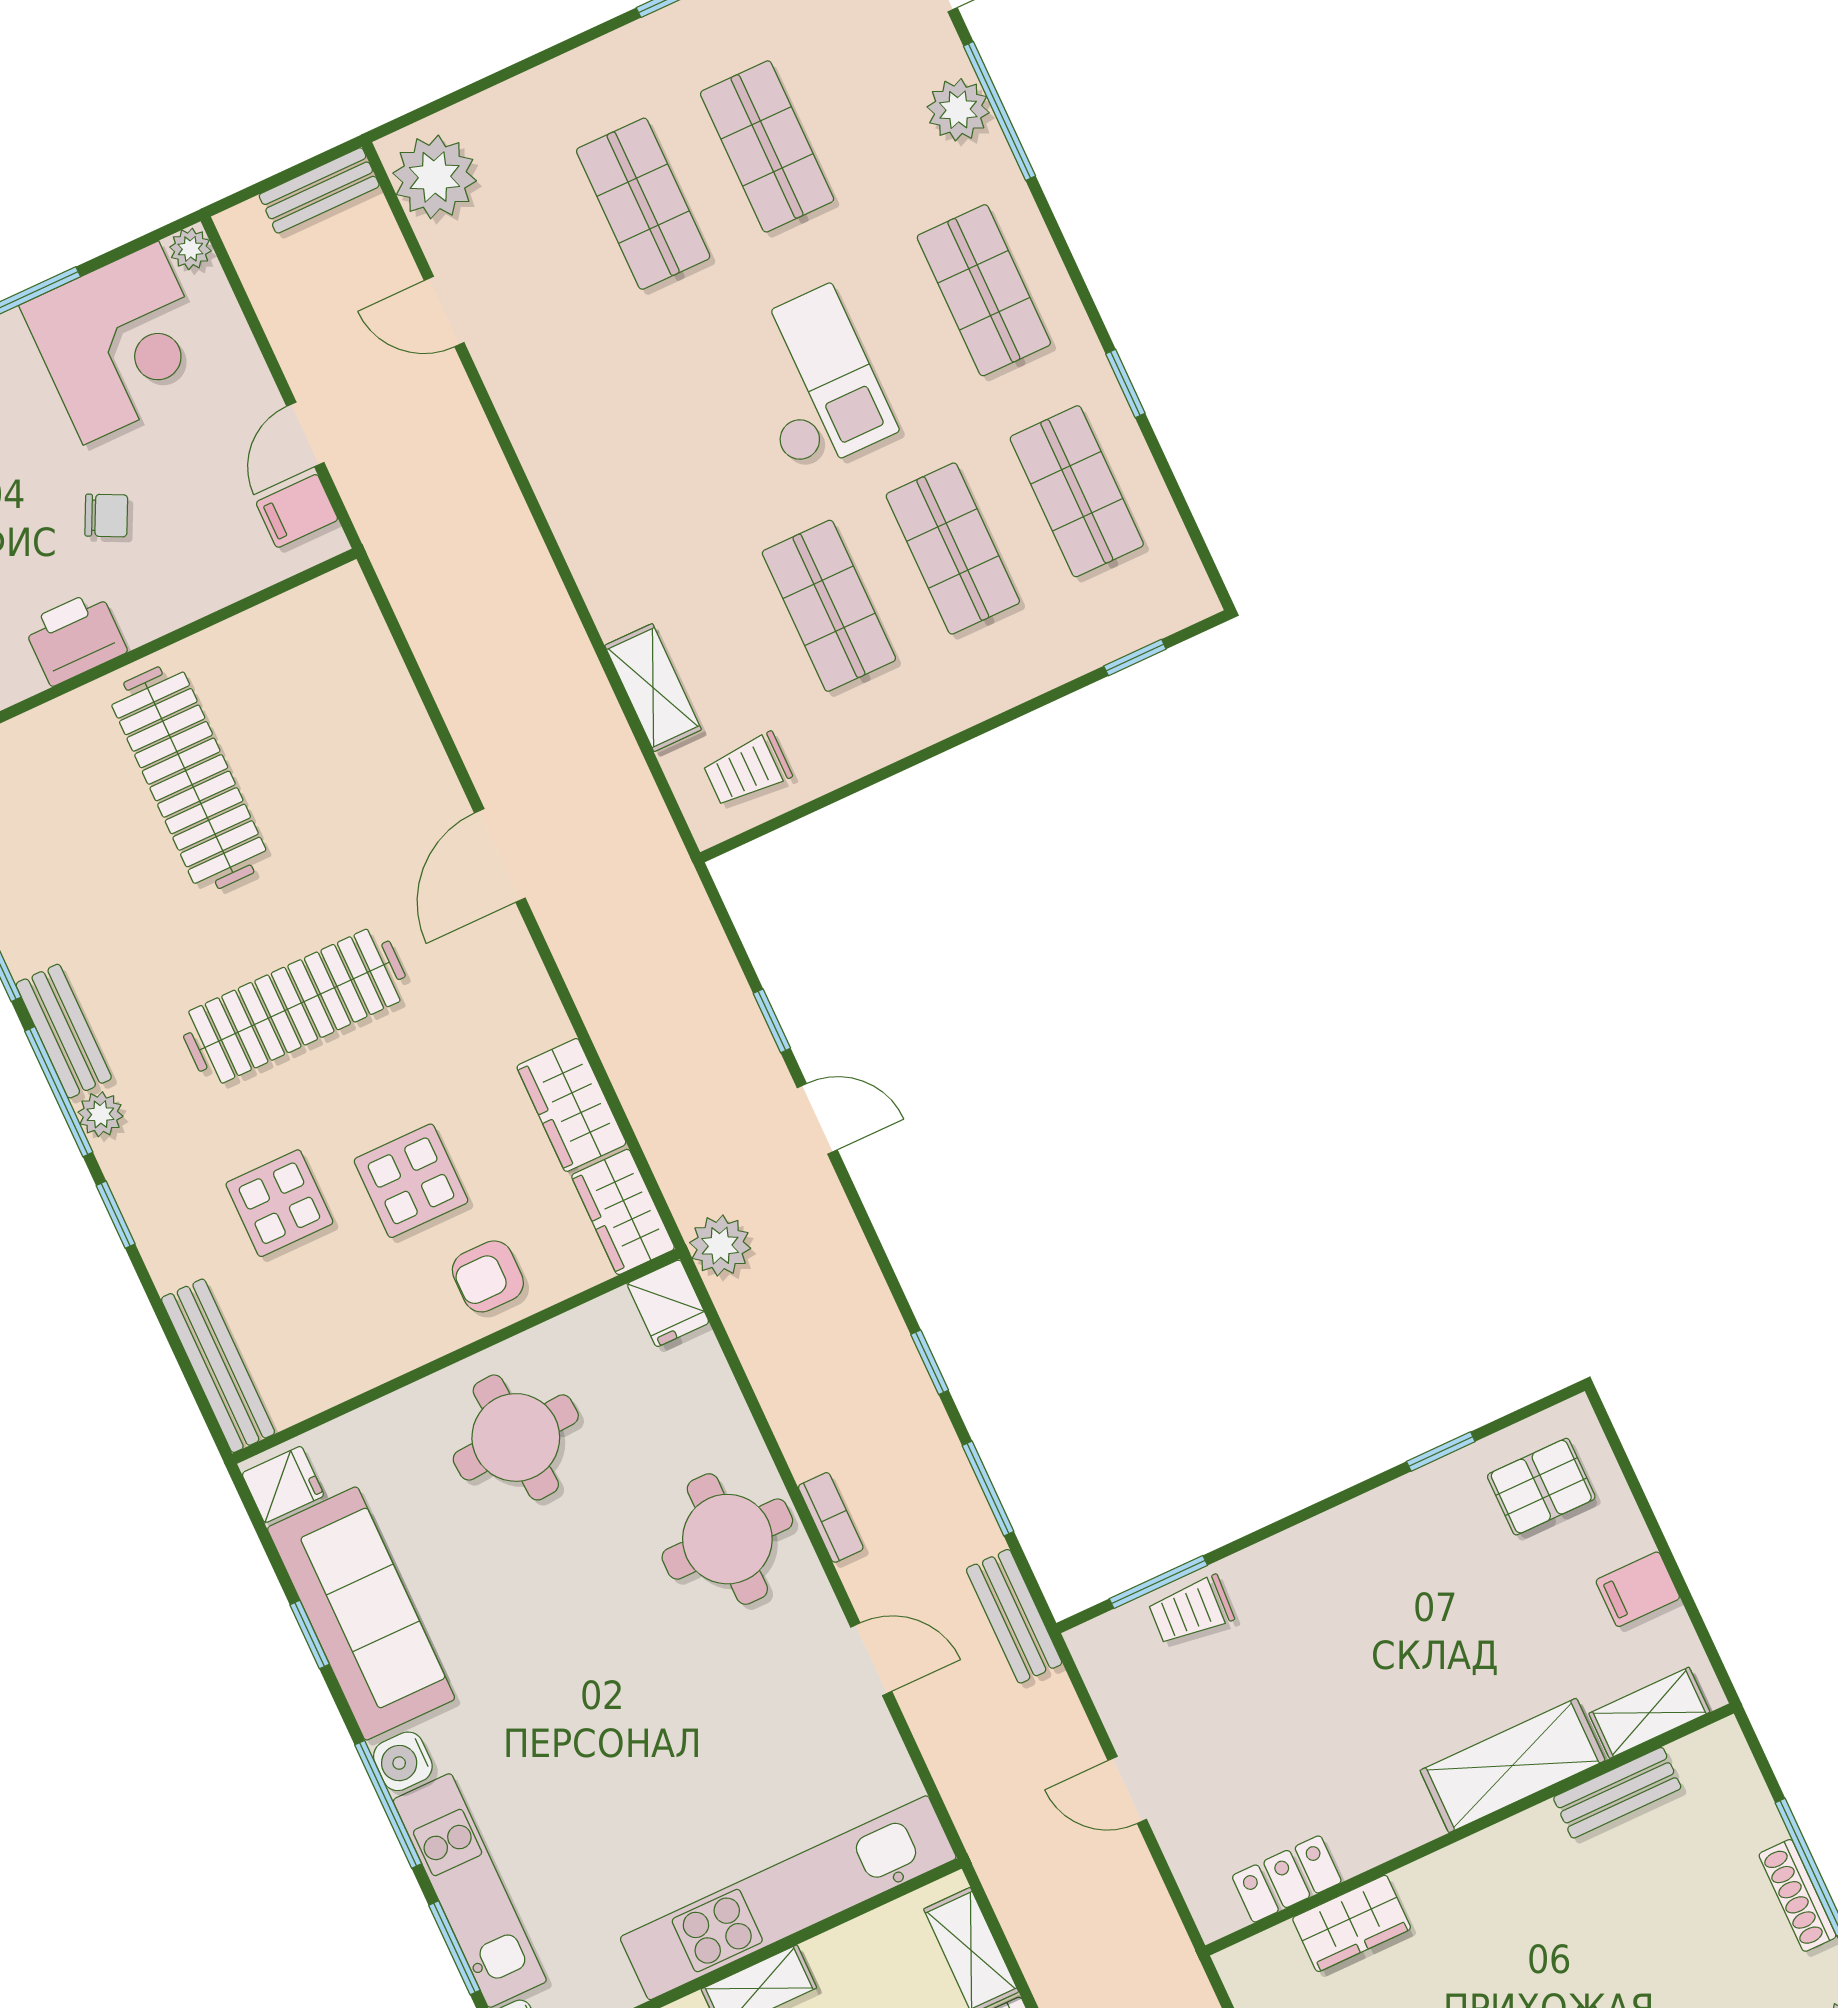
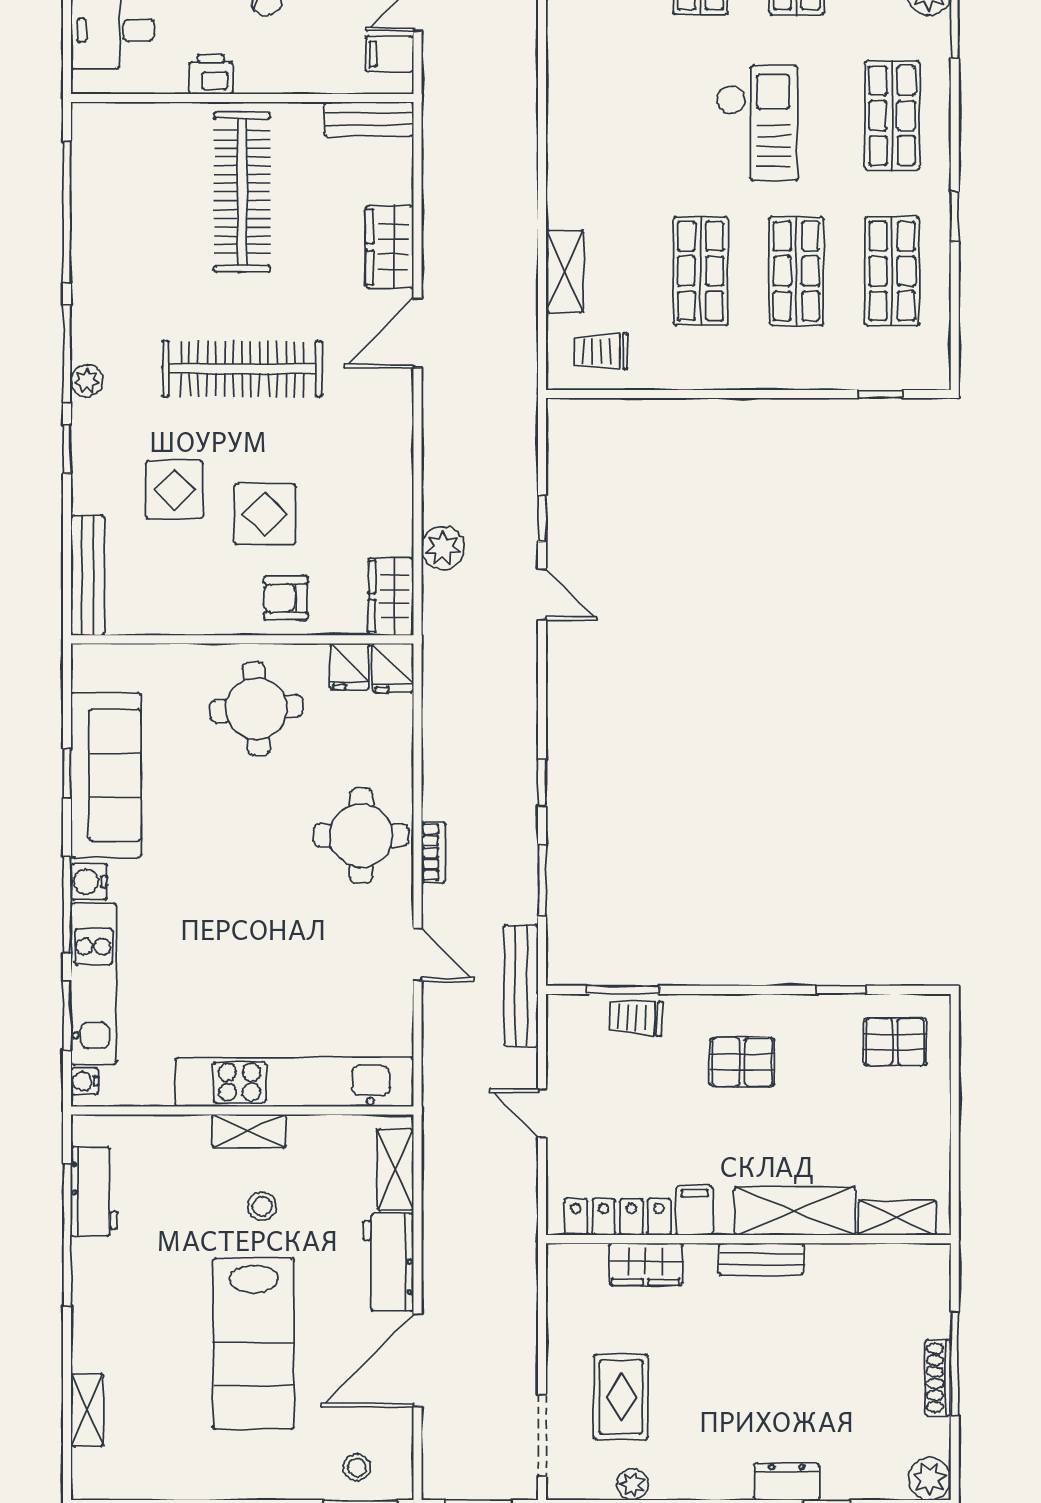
printer: (75, 638) -> (211, 74), width x0.73, depth x0.81
bench: (64, 1031) -> (369, 119), moved, turned 90
wardrobe: (571, 1105) -> (390, 247), moved
plant: (720, 1246) -> (443, 548), moved
fridge: (283, 1484) -> (349, 667), moved, turned 90
filing cabinet: (1638, 1589) -> (695, 1211), moved, turned 90
pallet: (1356, 1604) -> (742, 1062), added
bench: (1014, 1616) -> (521, 985), width x1.36
bench: (1617, 1793) -> (761, 1259), moved
locker: (1287, 1879) -> (617, 1217), width x1.53

